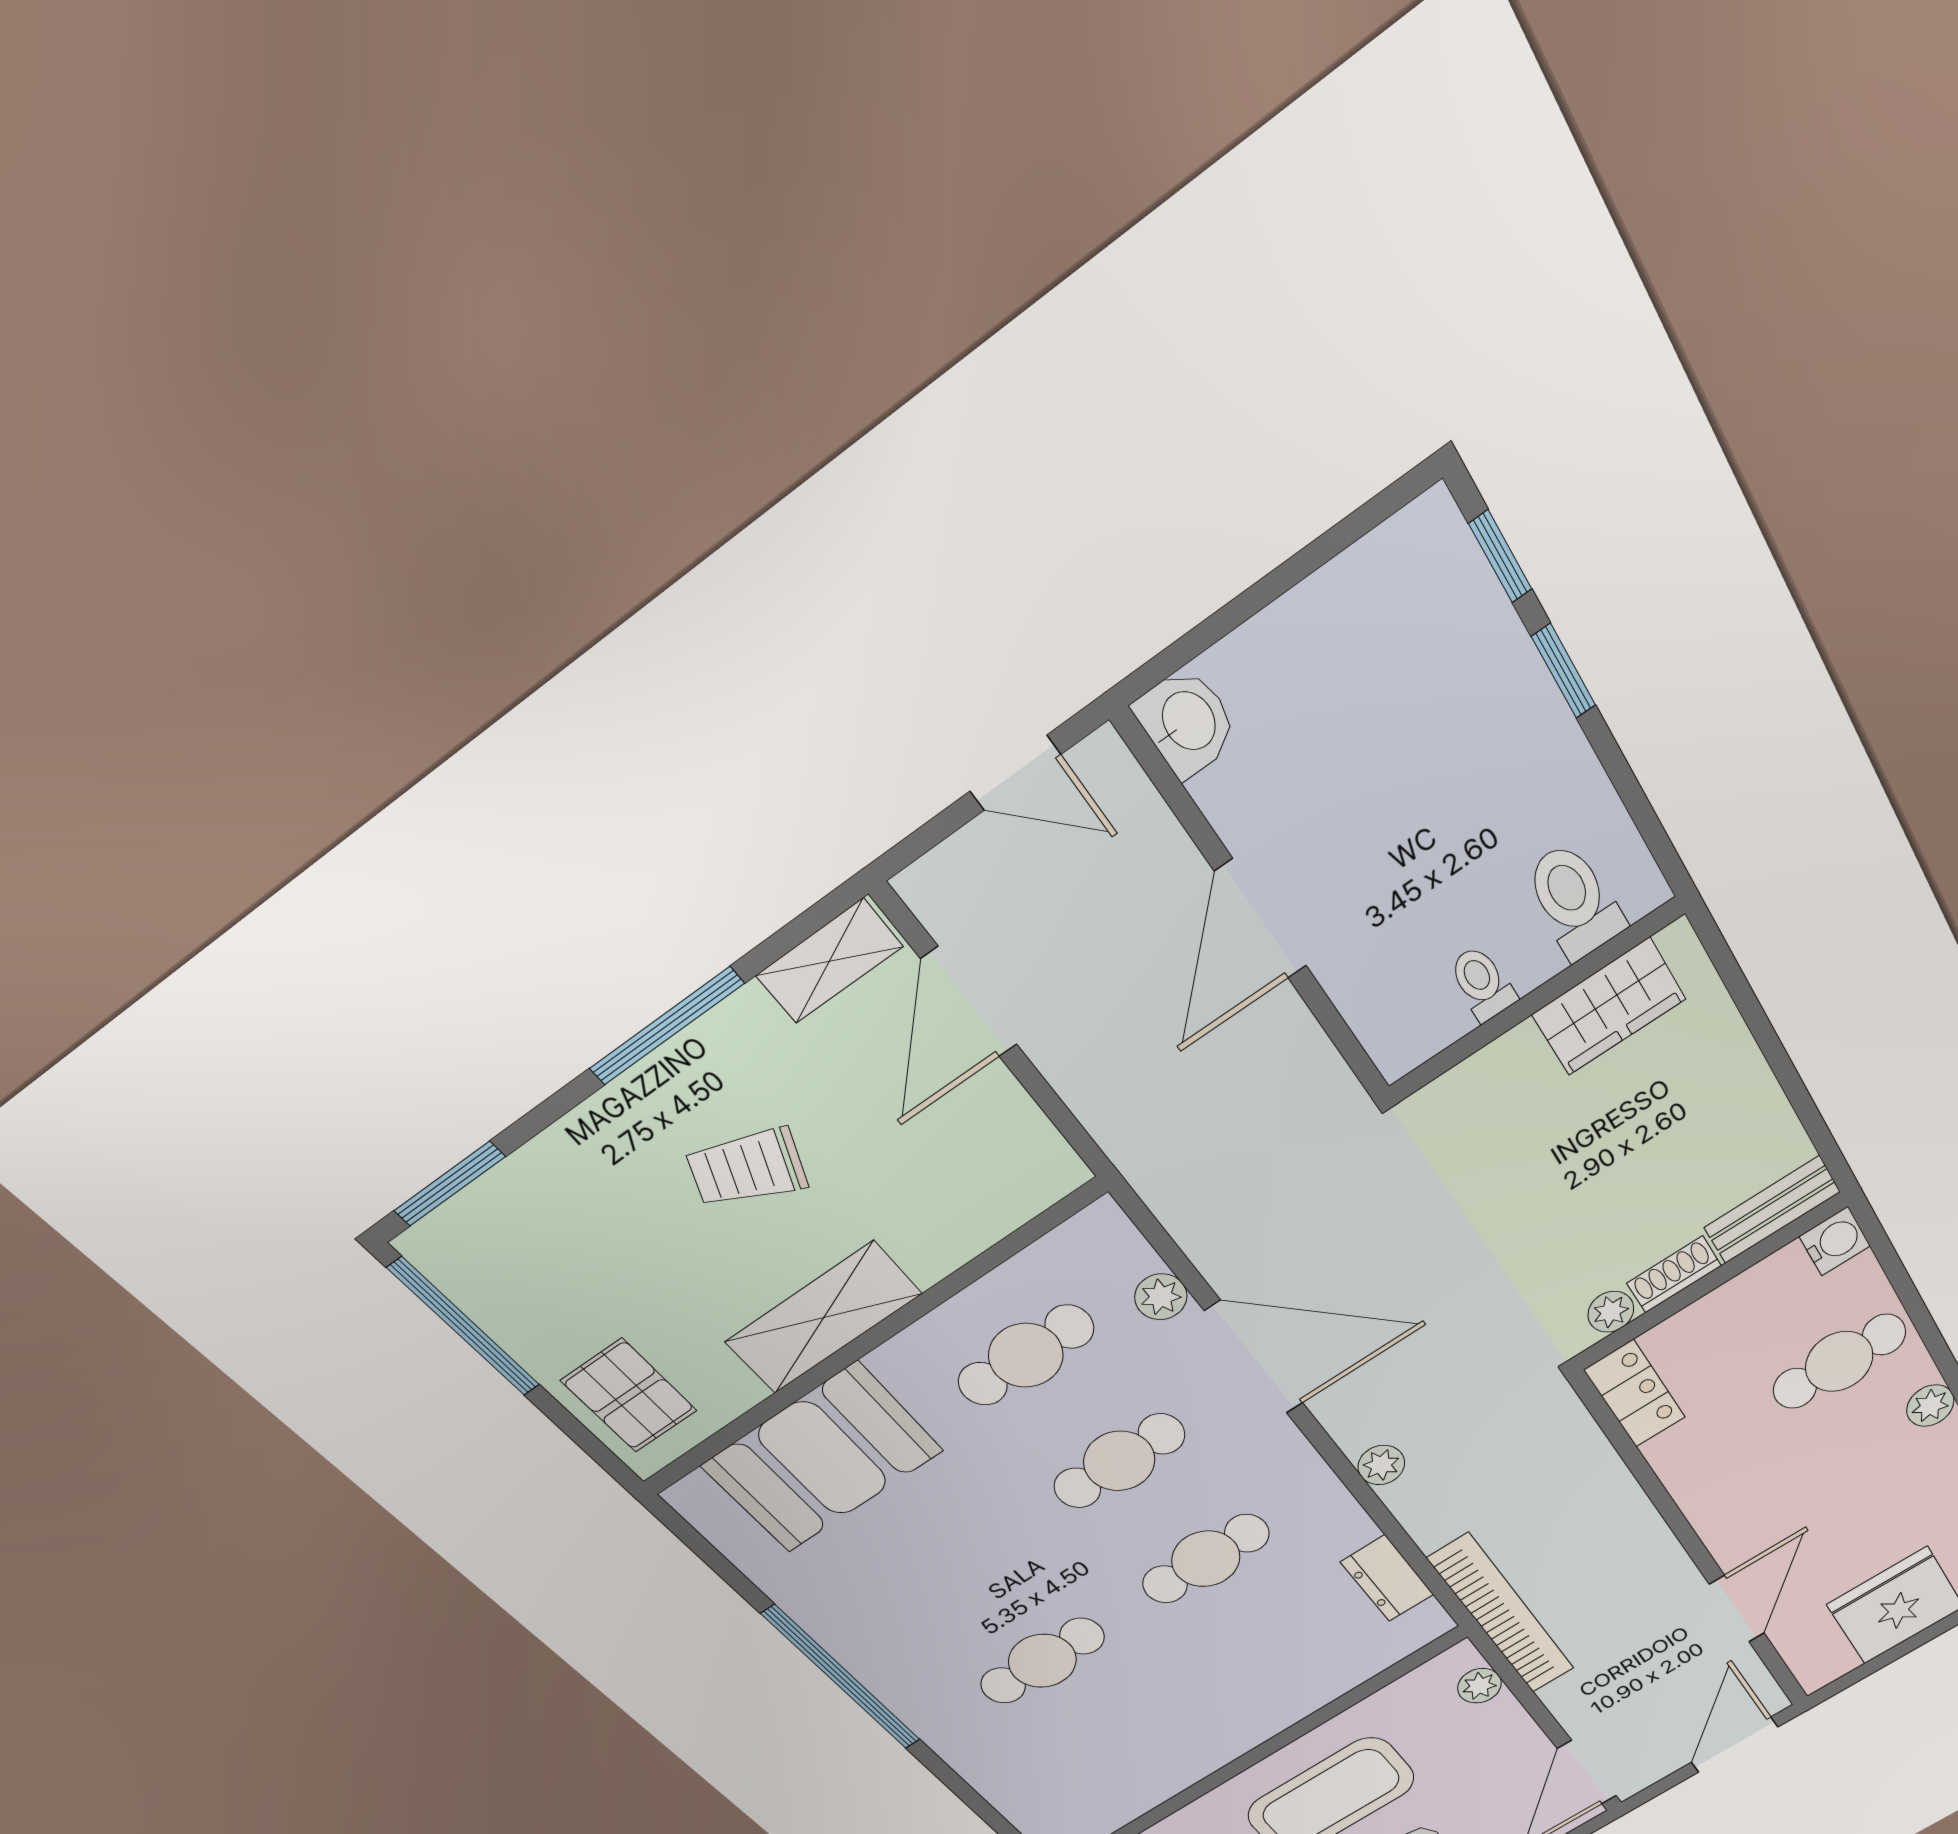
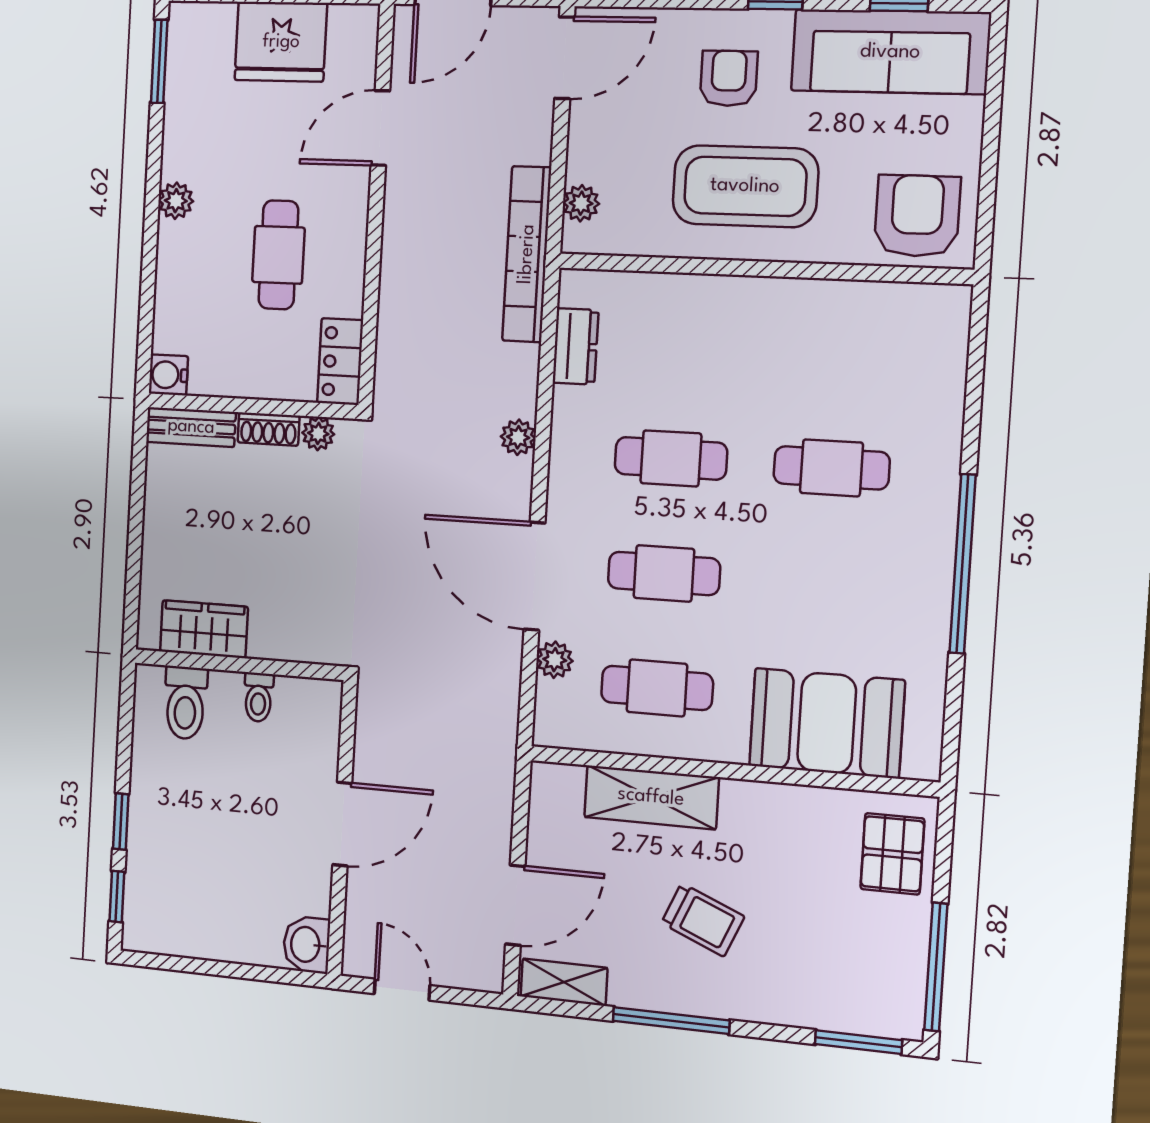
shelving: (823, 1318) -> (651, 797), moved
cafe table: (1839, 1362) -> (278, 255), moved, turned 90

